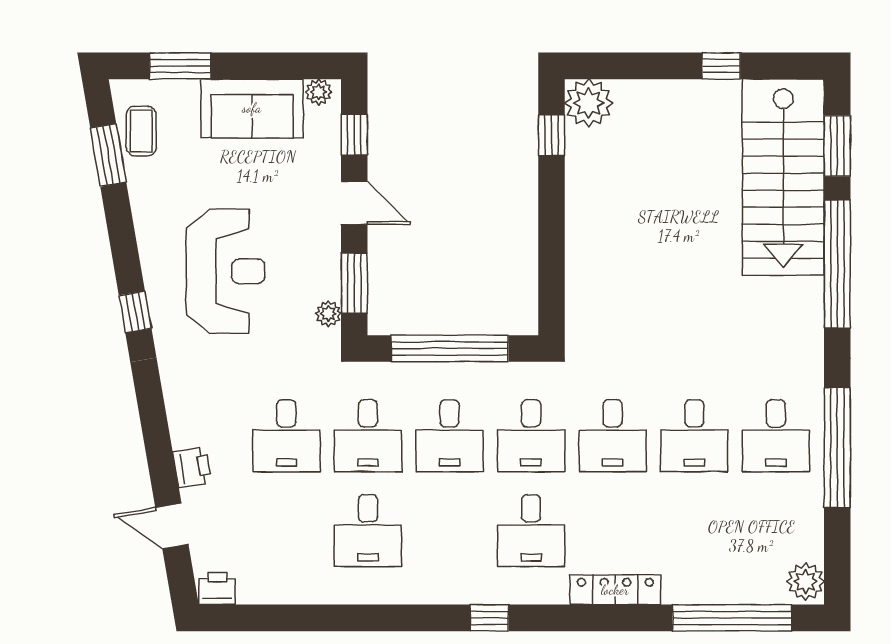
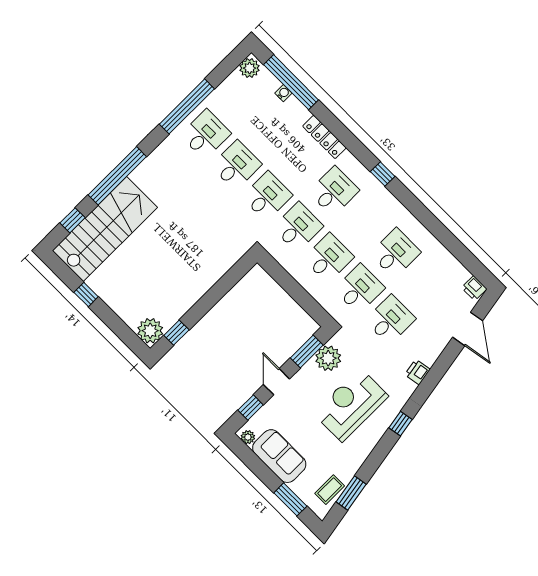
window: (837, 146) -> (73, 220), width x0.67
plant: (328, 314) -> (328, 358), width x1.88, depth x1.88
window: (450, 348) -> (296, 291), removed
printer: (192, 467) -> (417, 372), moved
door: (172, 526) -> (468, 329), width x1.38
water cooler: (728, 593) -> (283, 93), added

